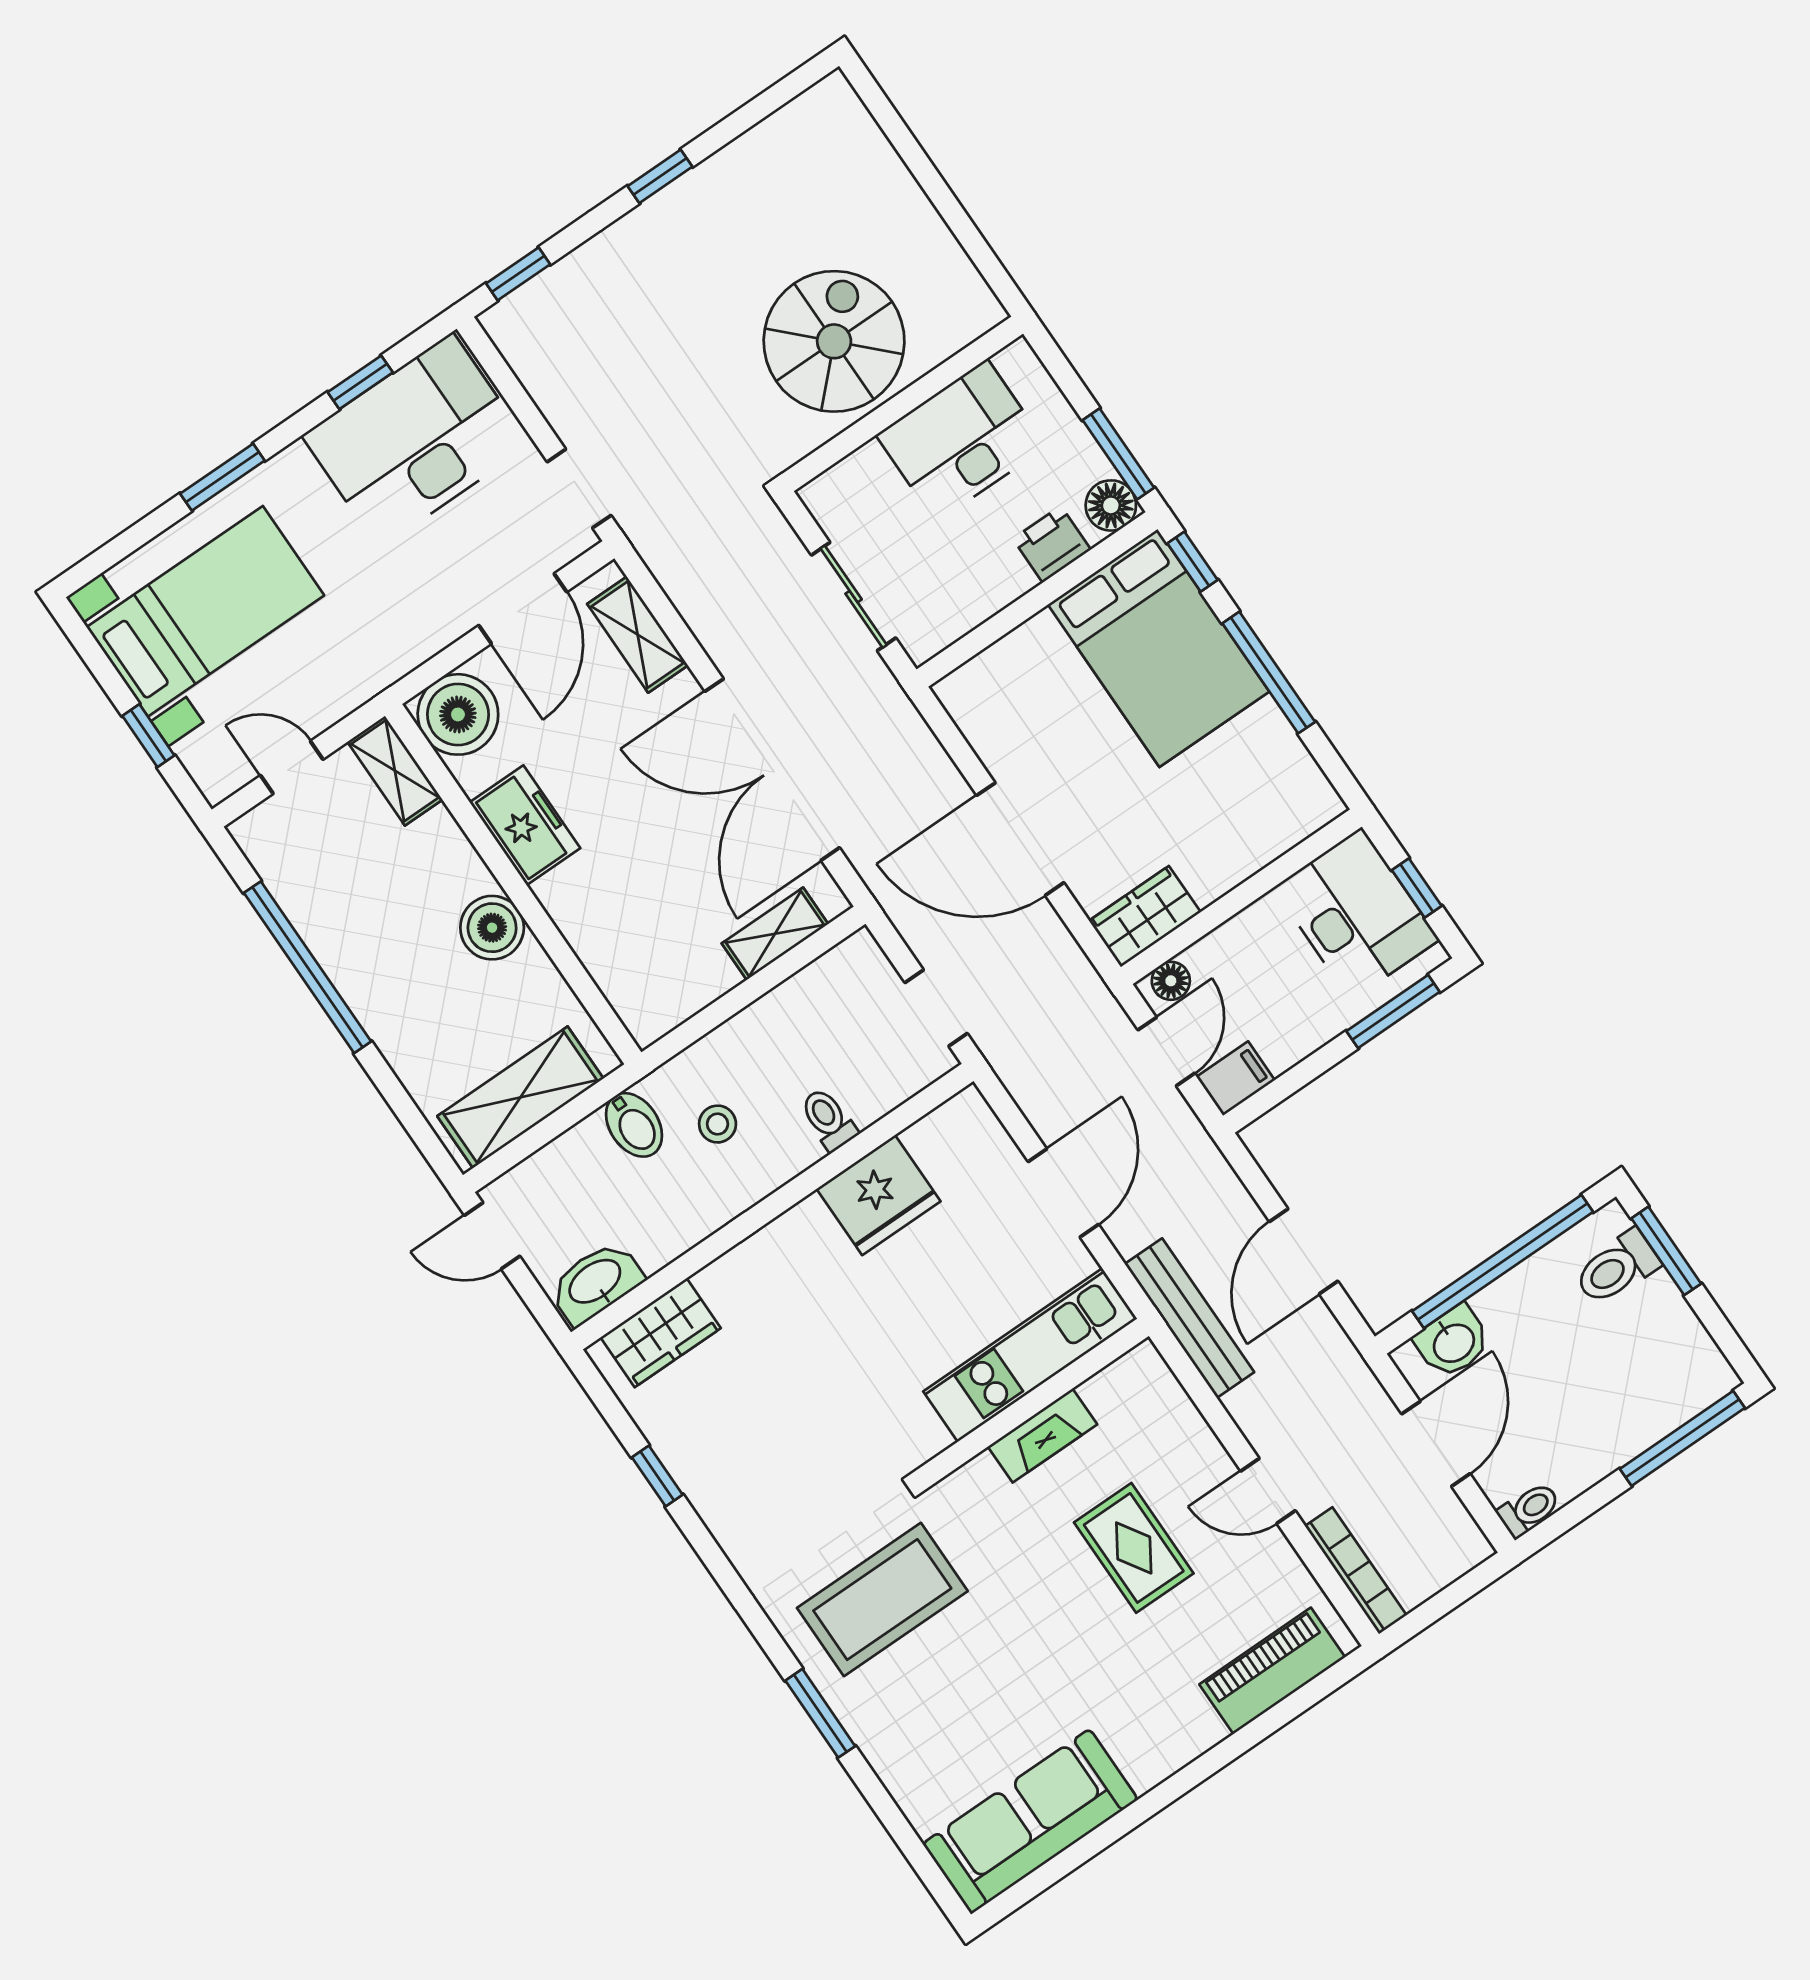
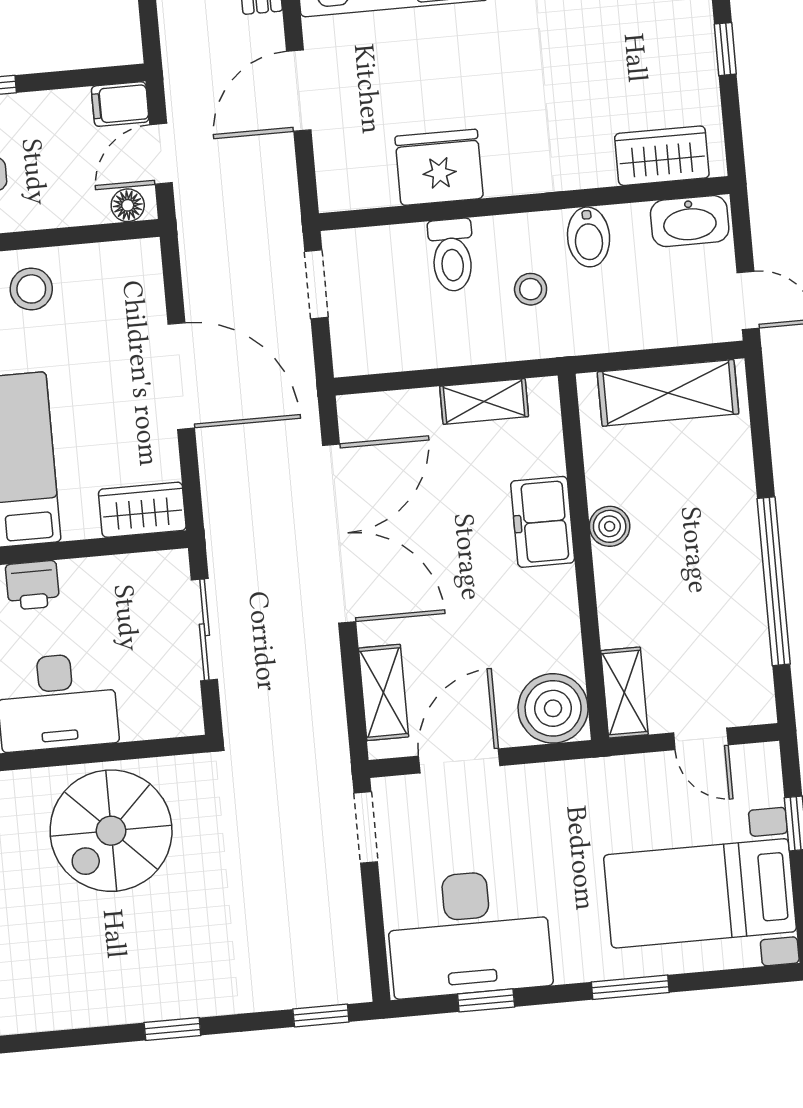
freezer: (525, 825) -> (543, 522), moved
stool: (1221, 842) -> (31, 289), added
wardrobe: (1145, 916) -> (142, 510), moved, turned 180
boiler: (492, 928) -> (610, 526), width x0.73, depth x0.73
shelving: (775, 934) -> (484, 401), moved
toilet: (828, 1119) -> (452, 255), width x1.37, depth x1.39
bidet: (634, 1125) -> (589, 237), moved, turned 180

